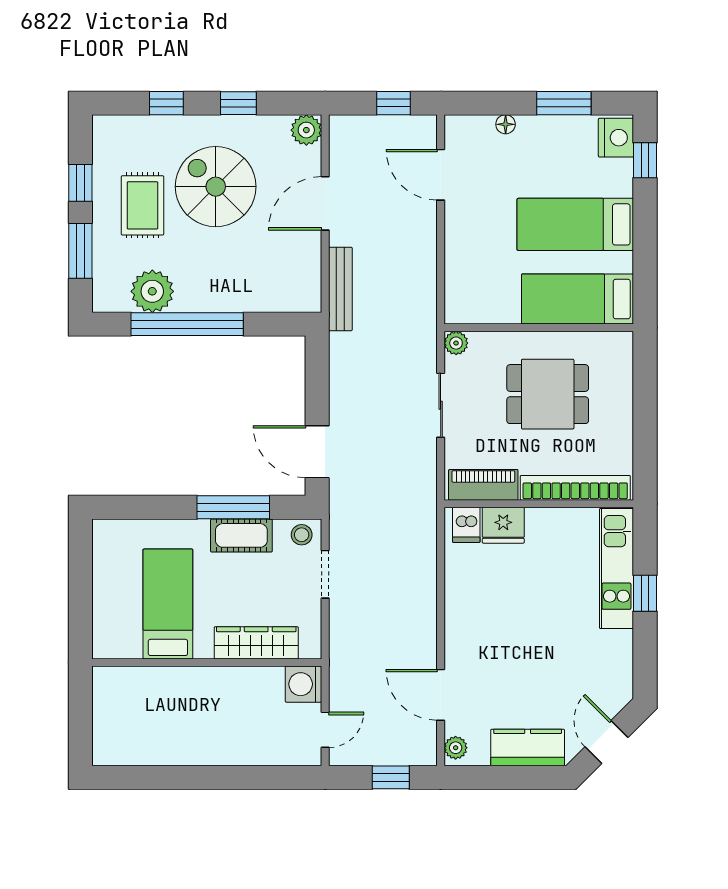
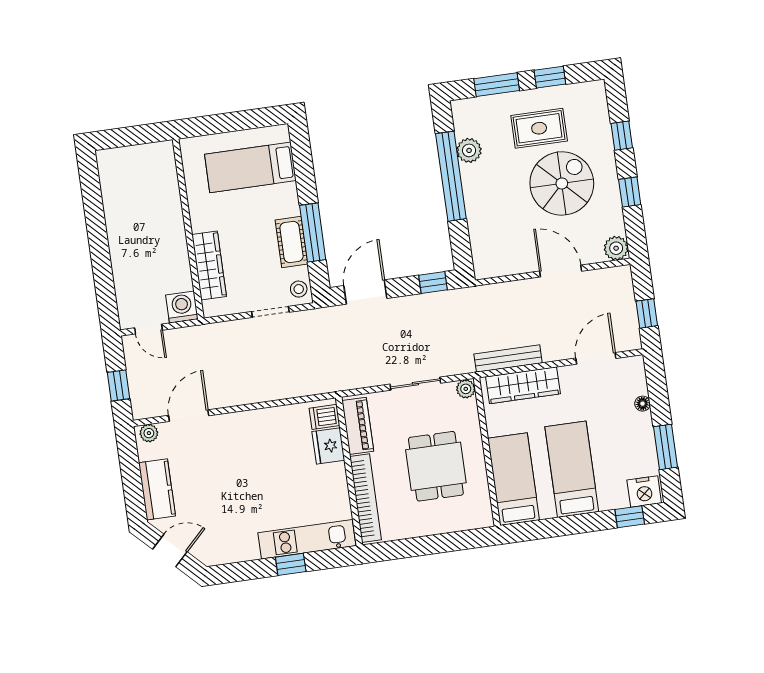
wardrobe: (462, 271) -> (523, 385), added
bench: (340, 289) -> (508, 359), moved
plant: (152, 291) -> (469, 150), width x0.73, depth x0.73
window: (317, 365) -> (433, 283), added
bed: (168, 604) -> (250, 167), moved, turned 180

